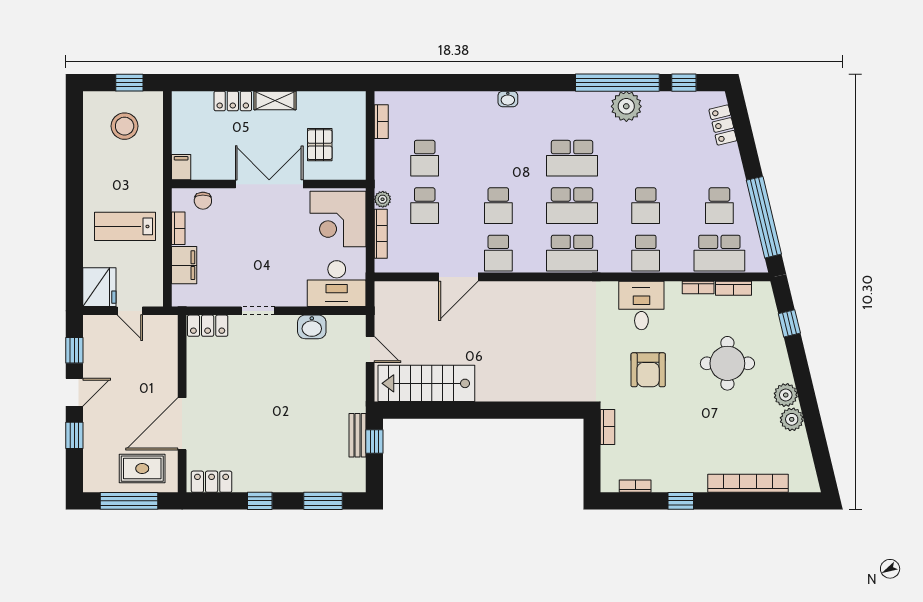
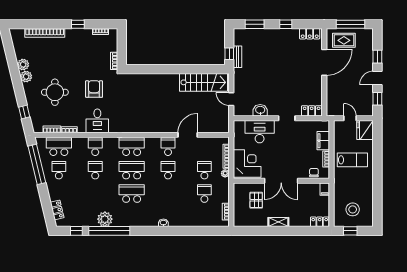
locker: (233, 101) -> (320, 222), moved
desk: (337, 284) -> (260, 132), moved

